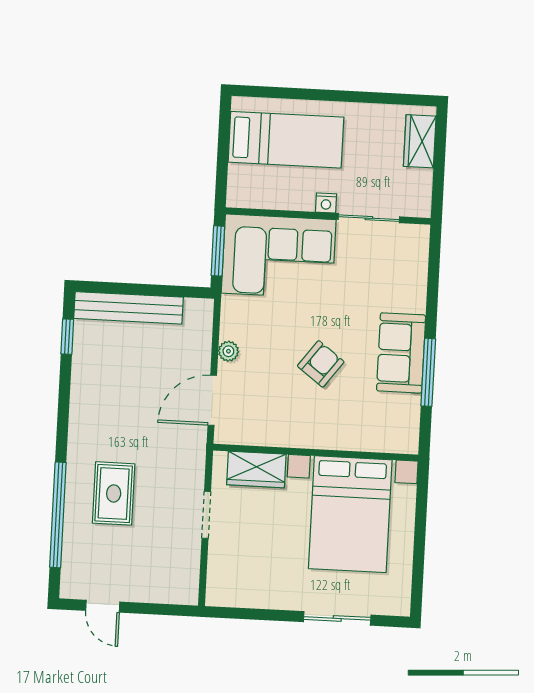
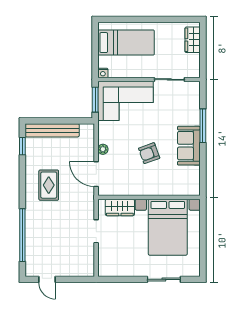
nightstand: (326, 203) -> (103, 73), moved
armchair: (321, 364) -> (149, 153), turned -147
window: (428, 372) -> (203, 126), moved
door: (212, 400) -> (96, 174), hinge flipped
rug: (114, 493) -> (49, 185), moved

